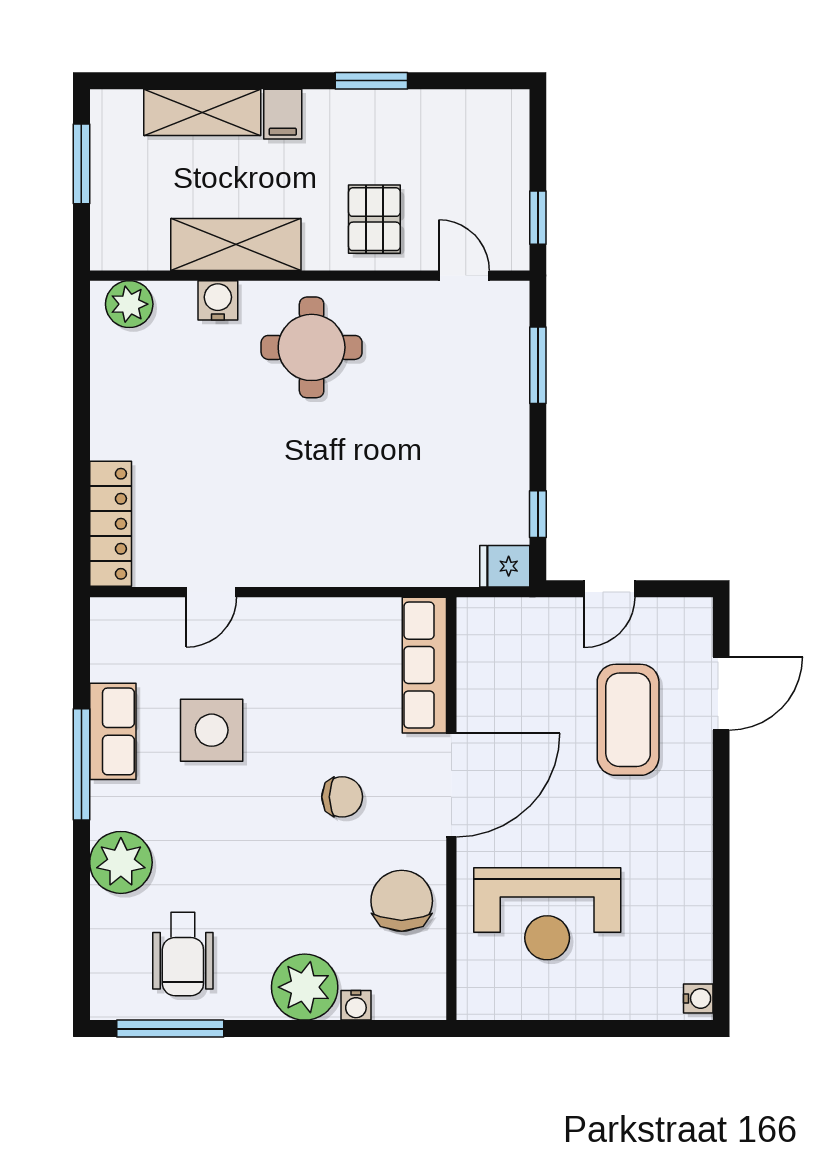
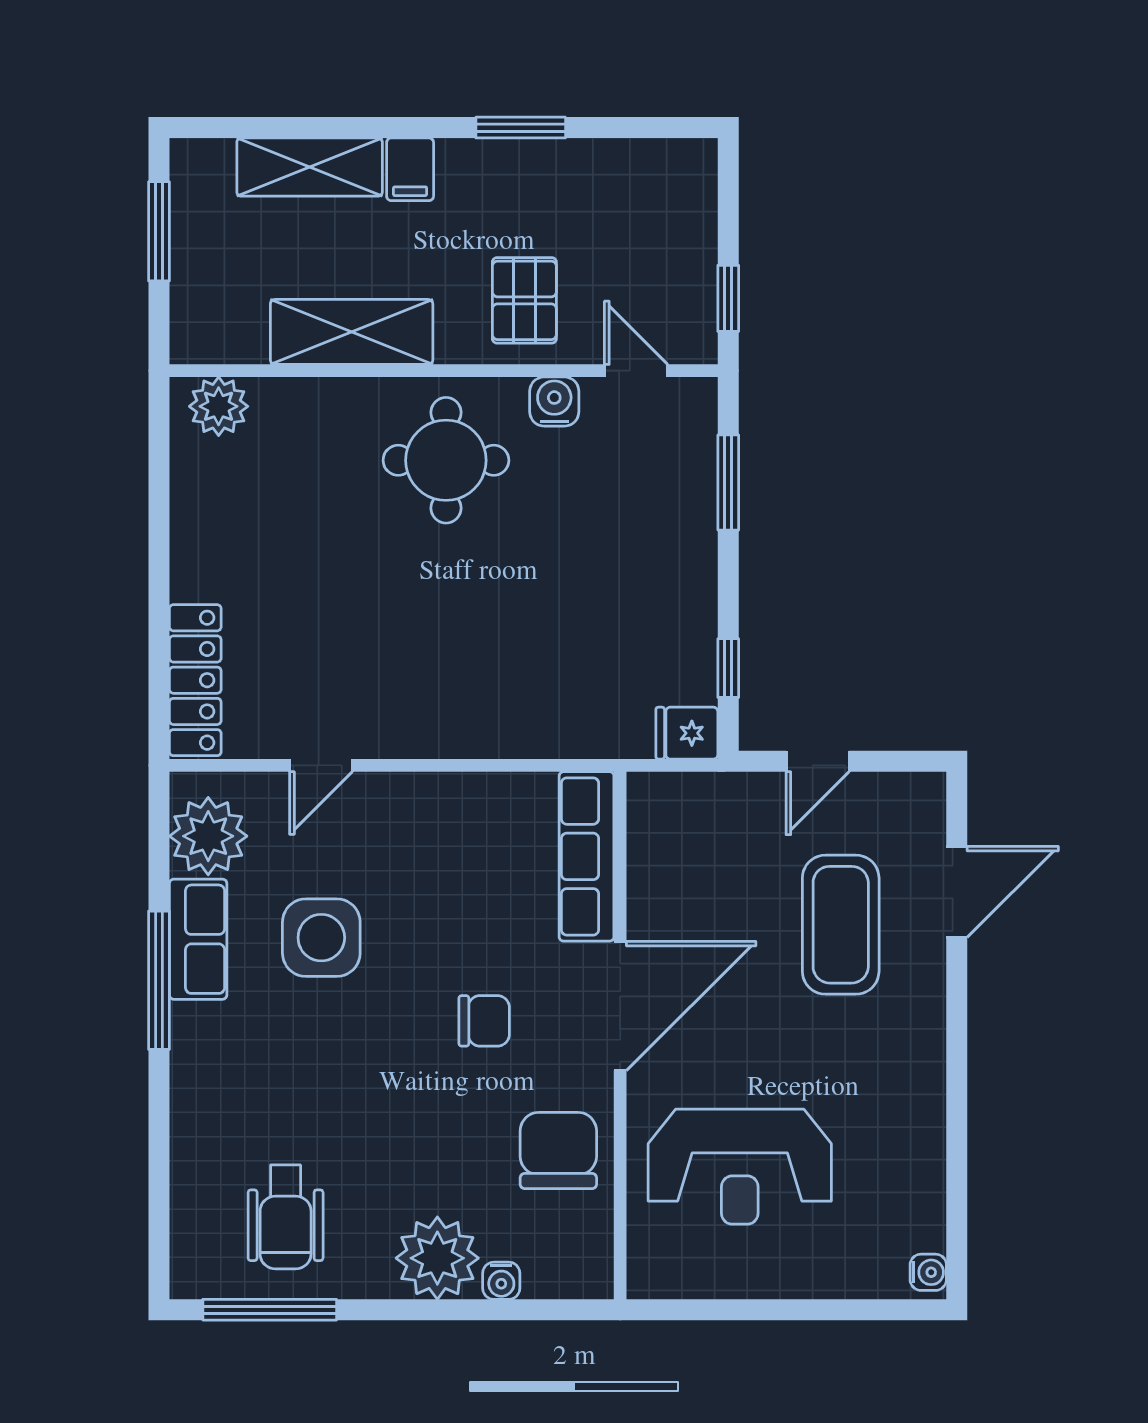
water cooler: (218, 300) -> (554, 402), moved
plant: (121, 862) -> (208, 836), moved

